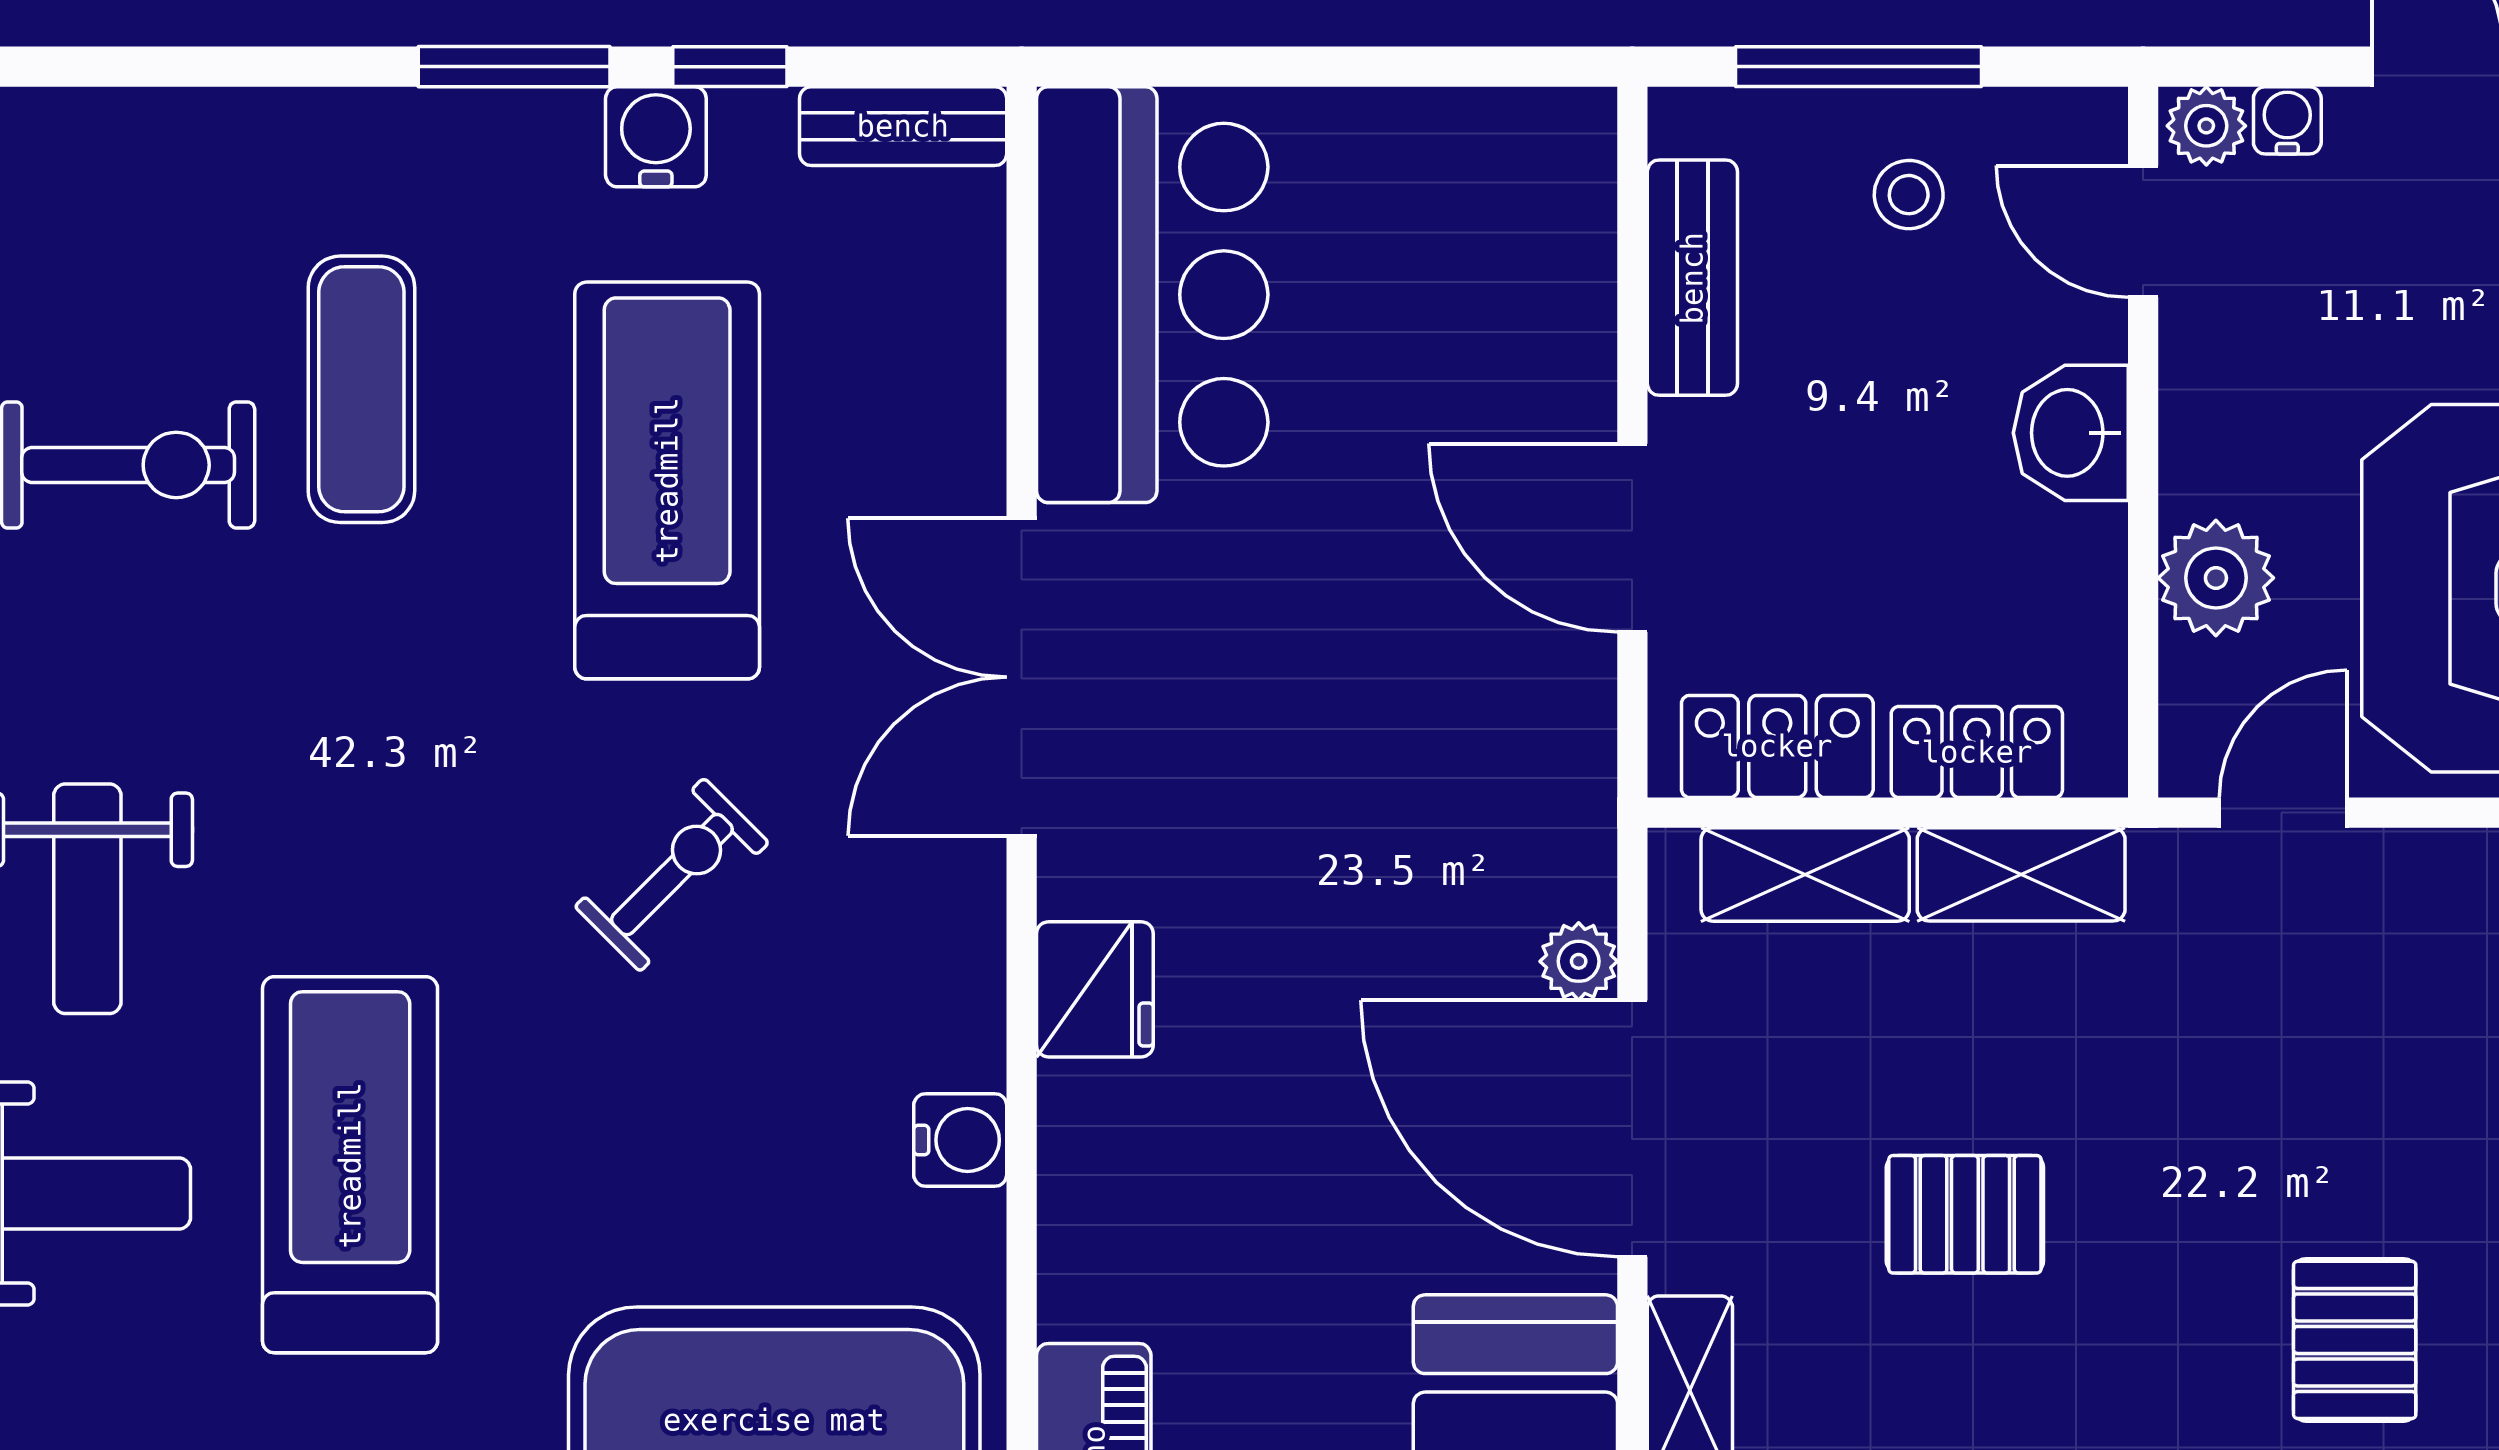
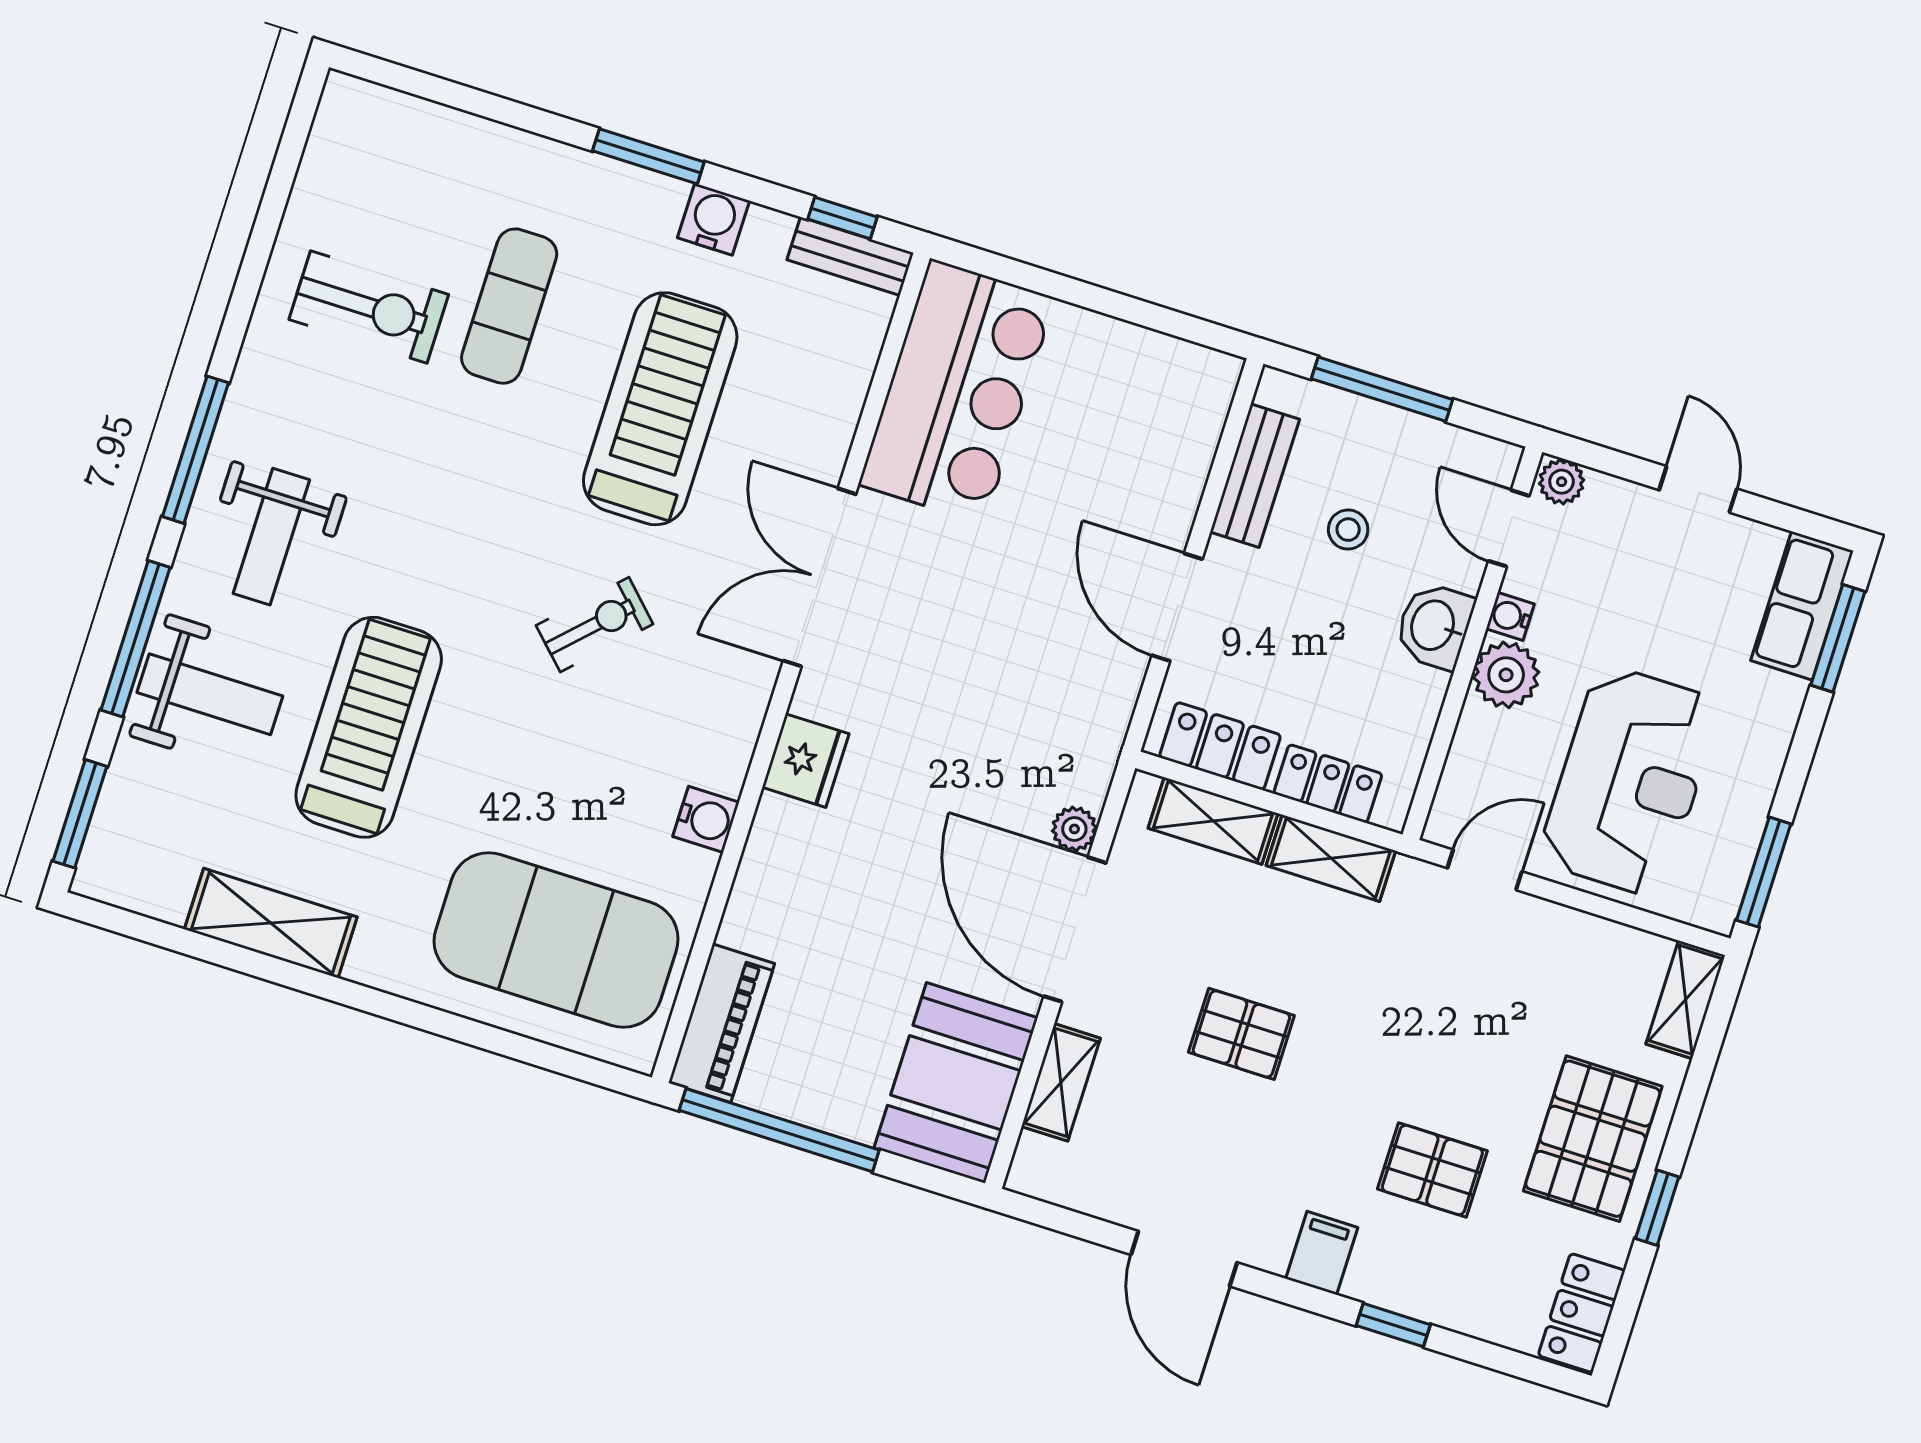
window: (730, 67) -> (842, 218), moved
water cooler: (2287, 120) -> (1510, 616), moved, turned -90
stool: (1909, 195) -> (1348, 530), moved
plant: (2216, 578) -> (1506, 675), moved
pallet: (2355, 1340) -> (1432, 1170), turned 90

